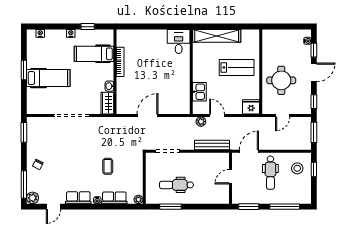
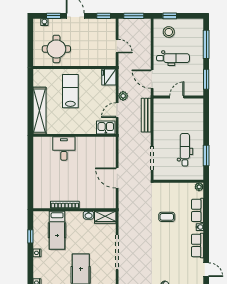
desk: (179, 42) -> (64, 149), moved, turned 90
round table: (281, 80) -> (56, 49), moved
kitchen sink: (199, 92) -> (106, 127), moved
plant: (201, 122) -> (123, 96), moved
door: (231, 177) -> (177, 97), swing flipped
dental chair: (176, 185) -> (185, 150), turned 180

